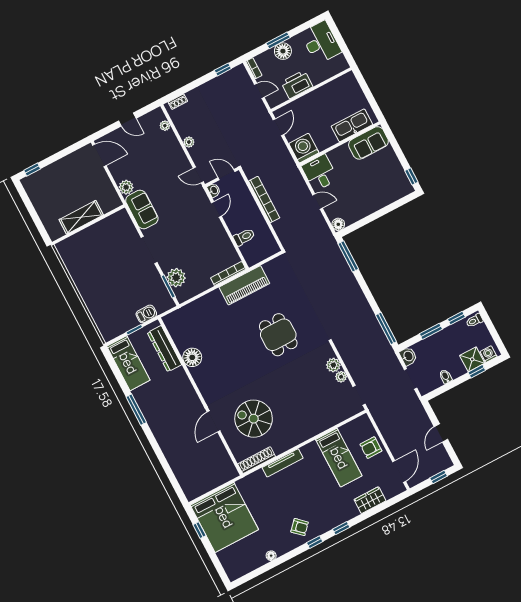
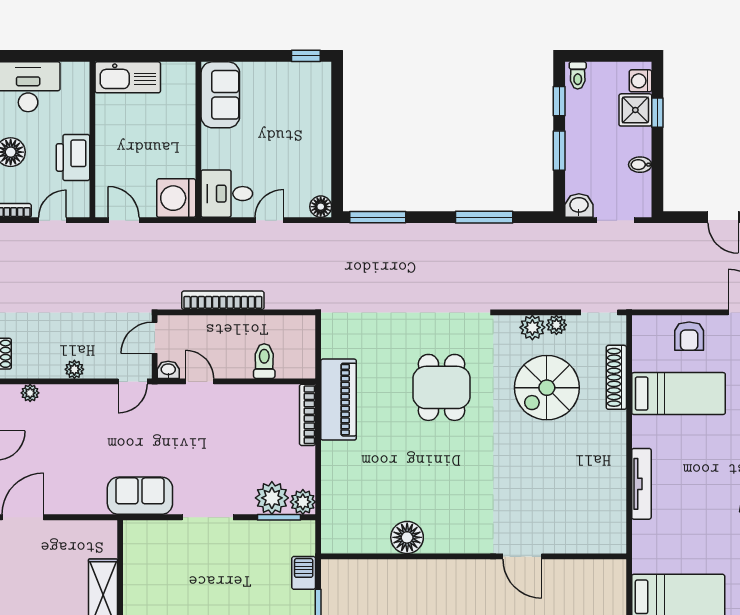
kitchen sink: (352, 125) -> (128, 77), moved, turned -90
plant: (126, 187) -> (303, 502), moved
window: (386, 328) -> (484, 217), moved
dining table: (278, 335) -> (442, 387), turned 90
dresser: (164, 349) -> (371, 573), removed
spiral stairs: (254, 419) -> (547, 388), moved
shoe rack: (257, 460) -> (616, 377), moved

